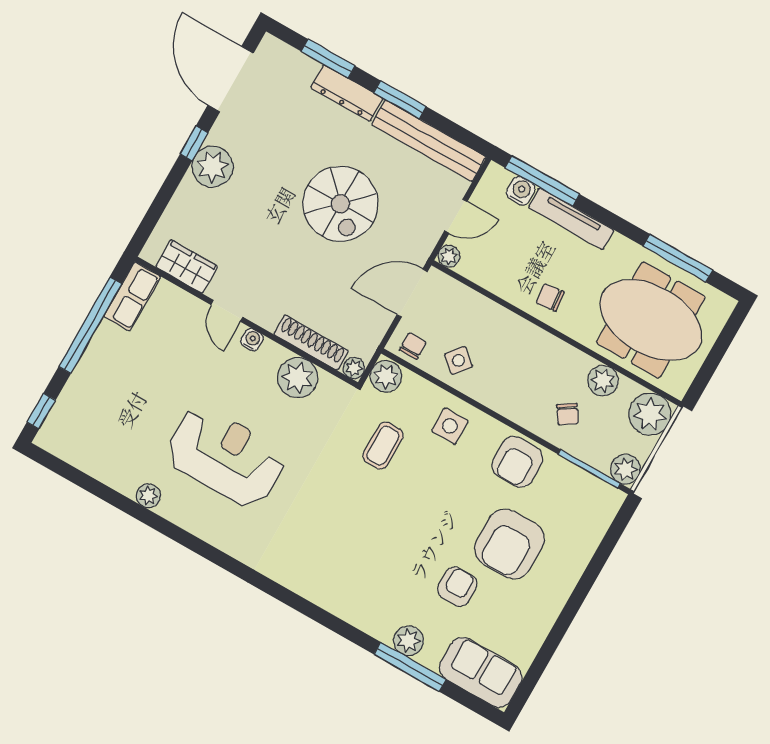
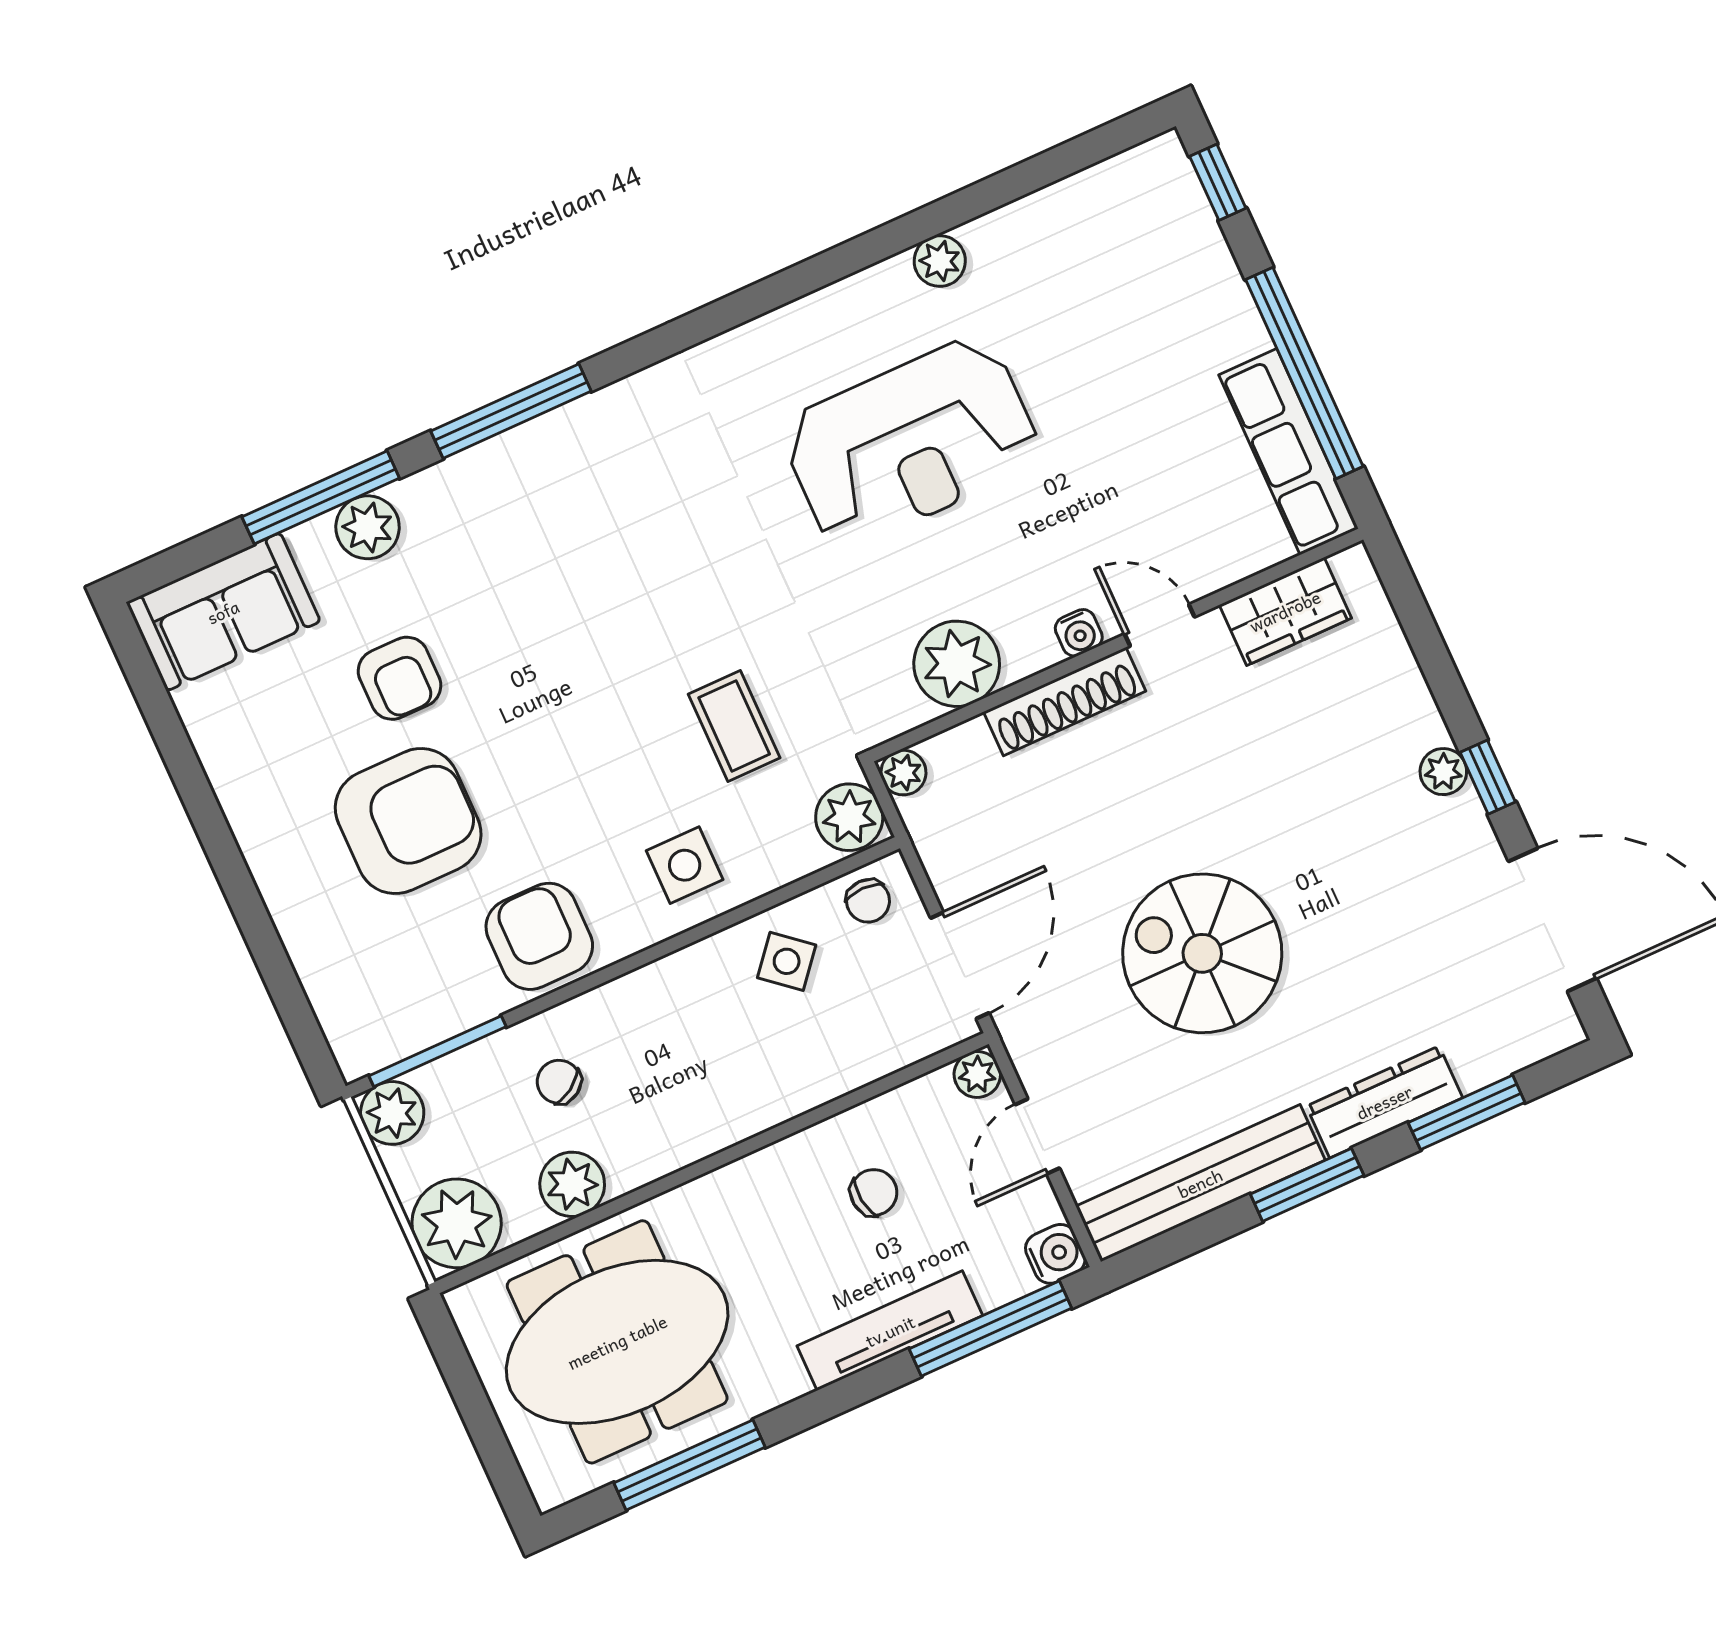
plant: (213, 167) -> (1443, 772), width x0.53, depth x0.53
water cooler: (521, 191) -> (1055, 1254), moved, turned -90
row of seats: (132, 296) -> (1289, 452), width x1.48
chair: (550, 298) -> (874, 1192), moved
shoe rack: (311, 343) -> (1065, 701), moved
armchair: (510, 544) -> (408, 821), turned 90
window: (324, 618) -> (511, 411), added

